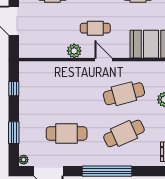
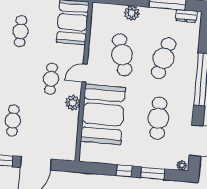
booth: (66, 80) -> (103, 114), added
window: (14, 89) -> (124, 171), moved
cafe table: (124, 133) -> (164, 58), turned 39

